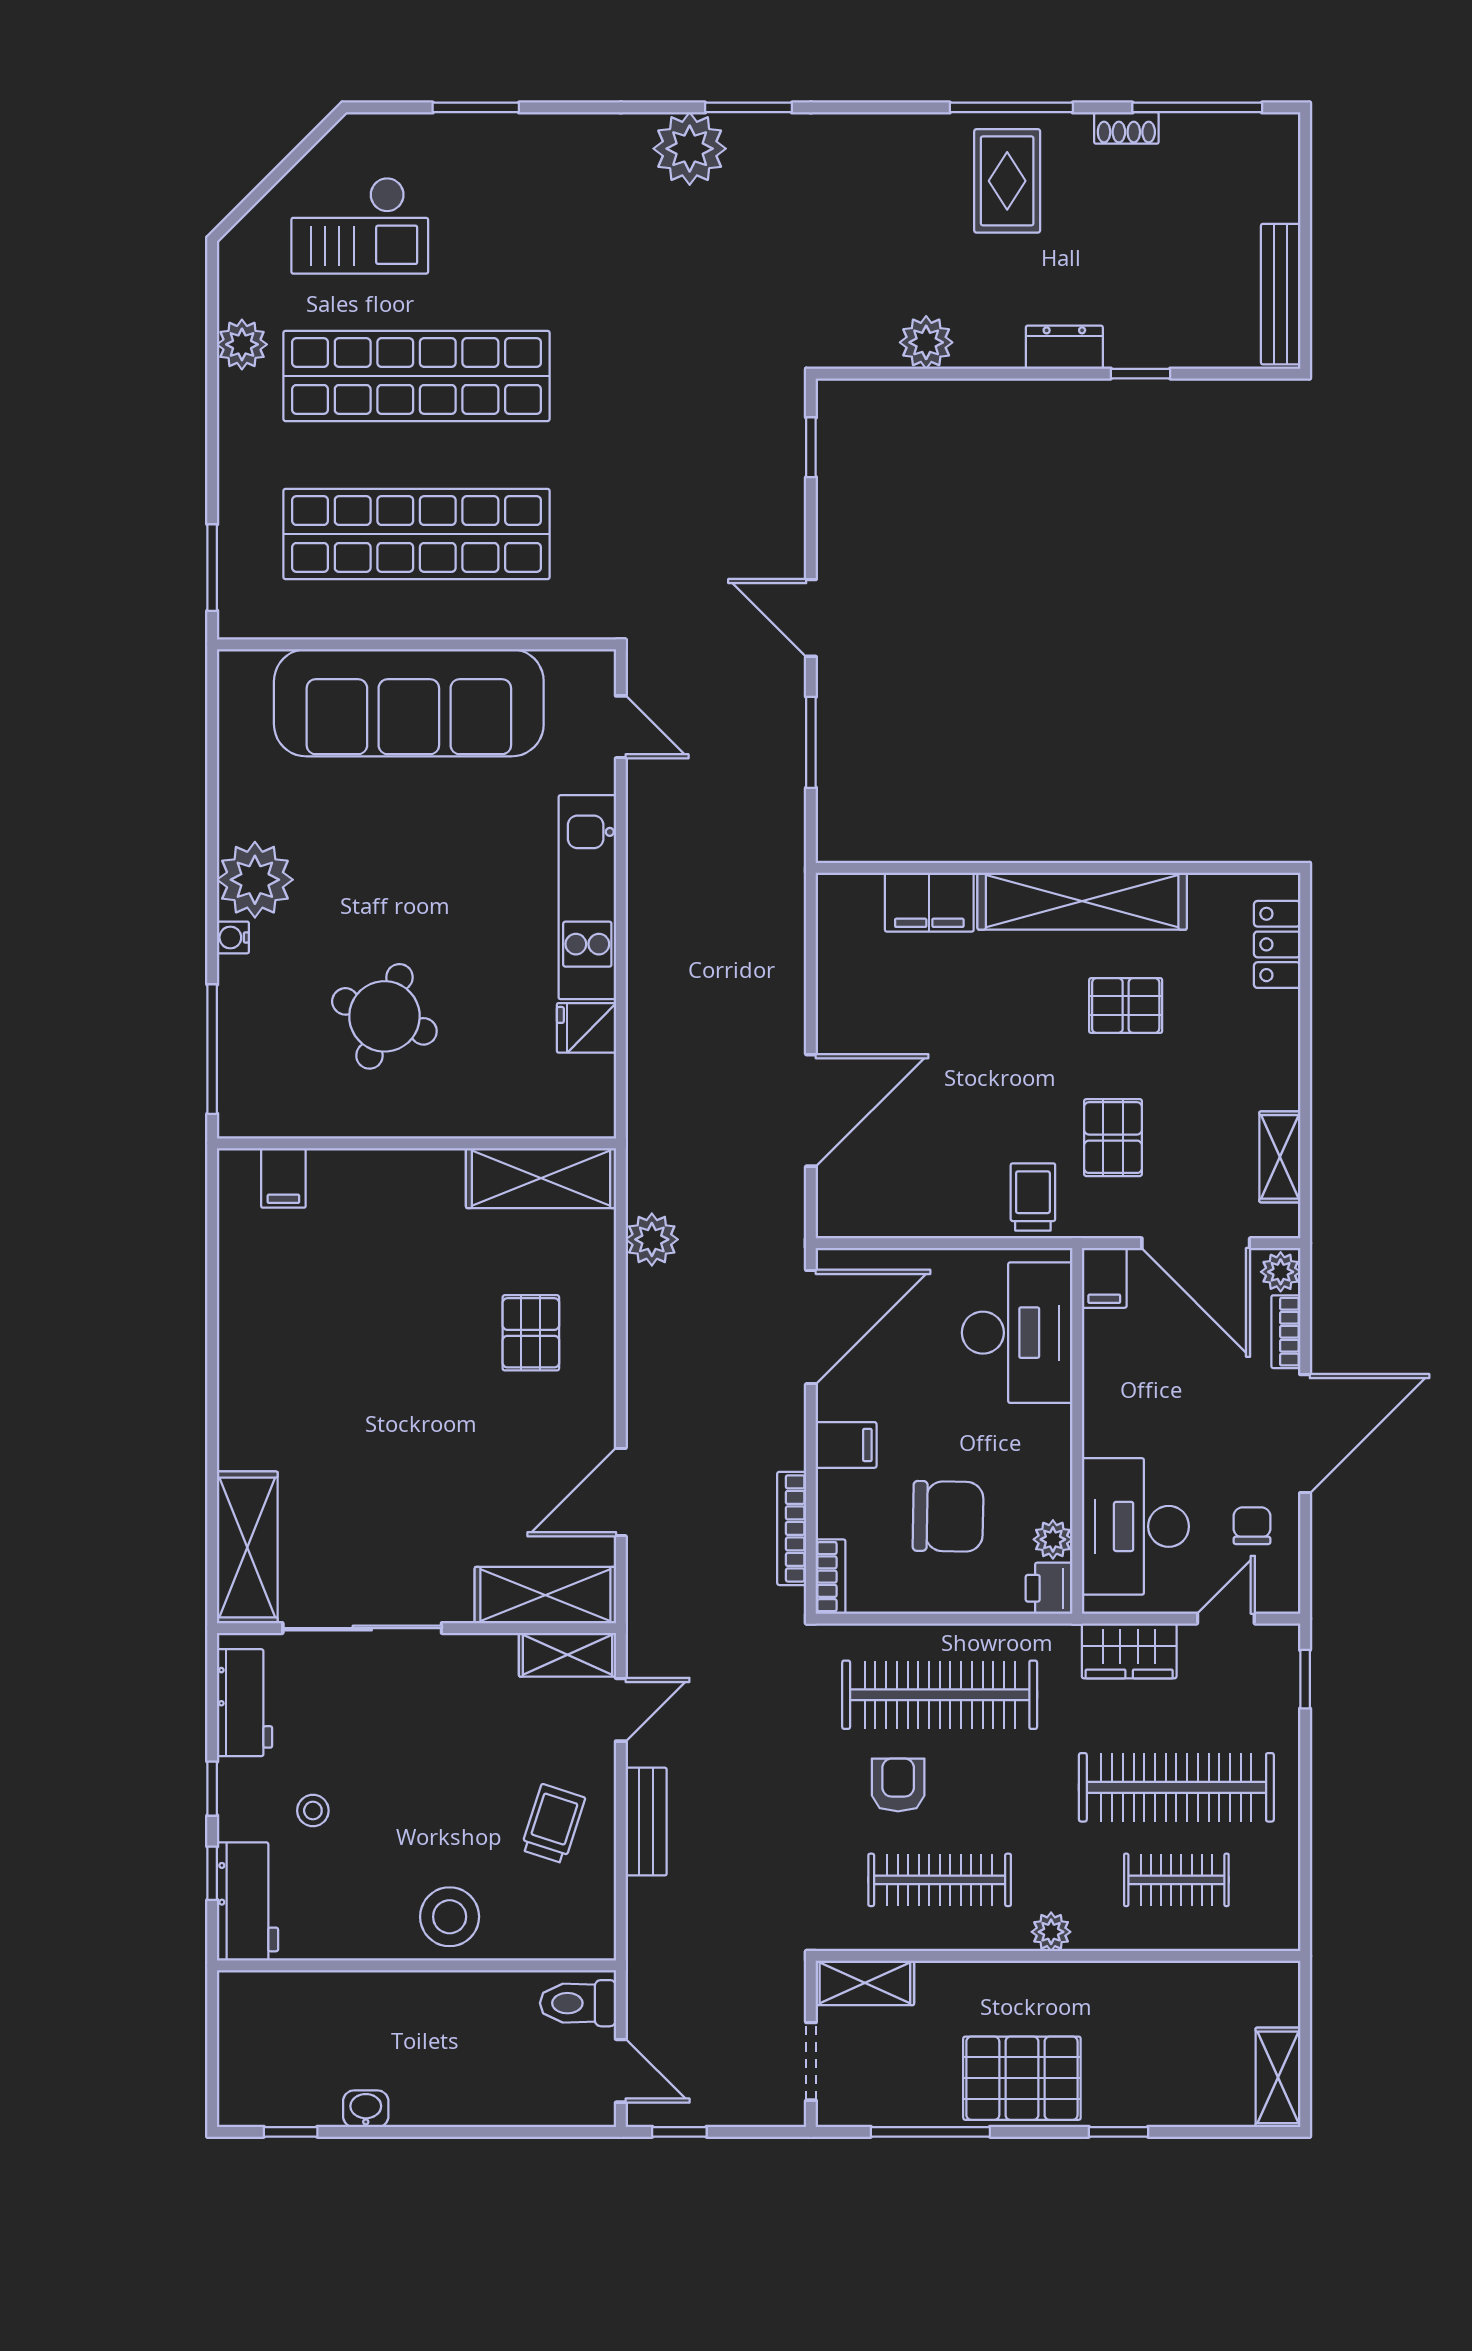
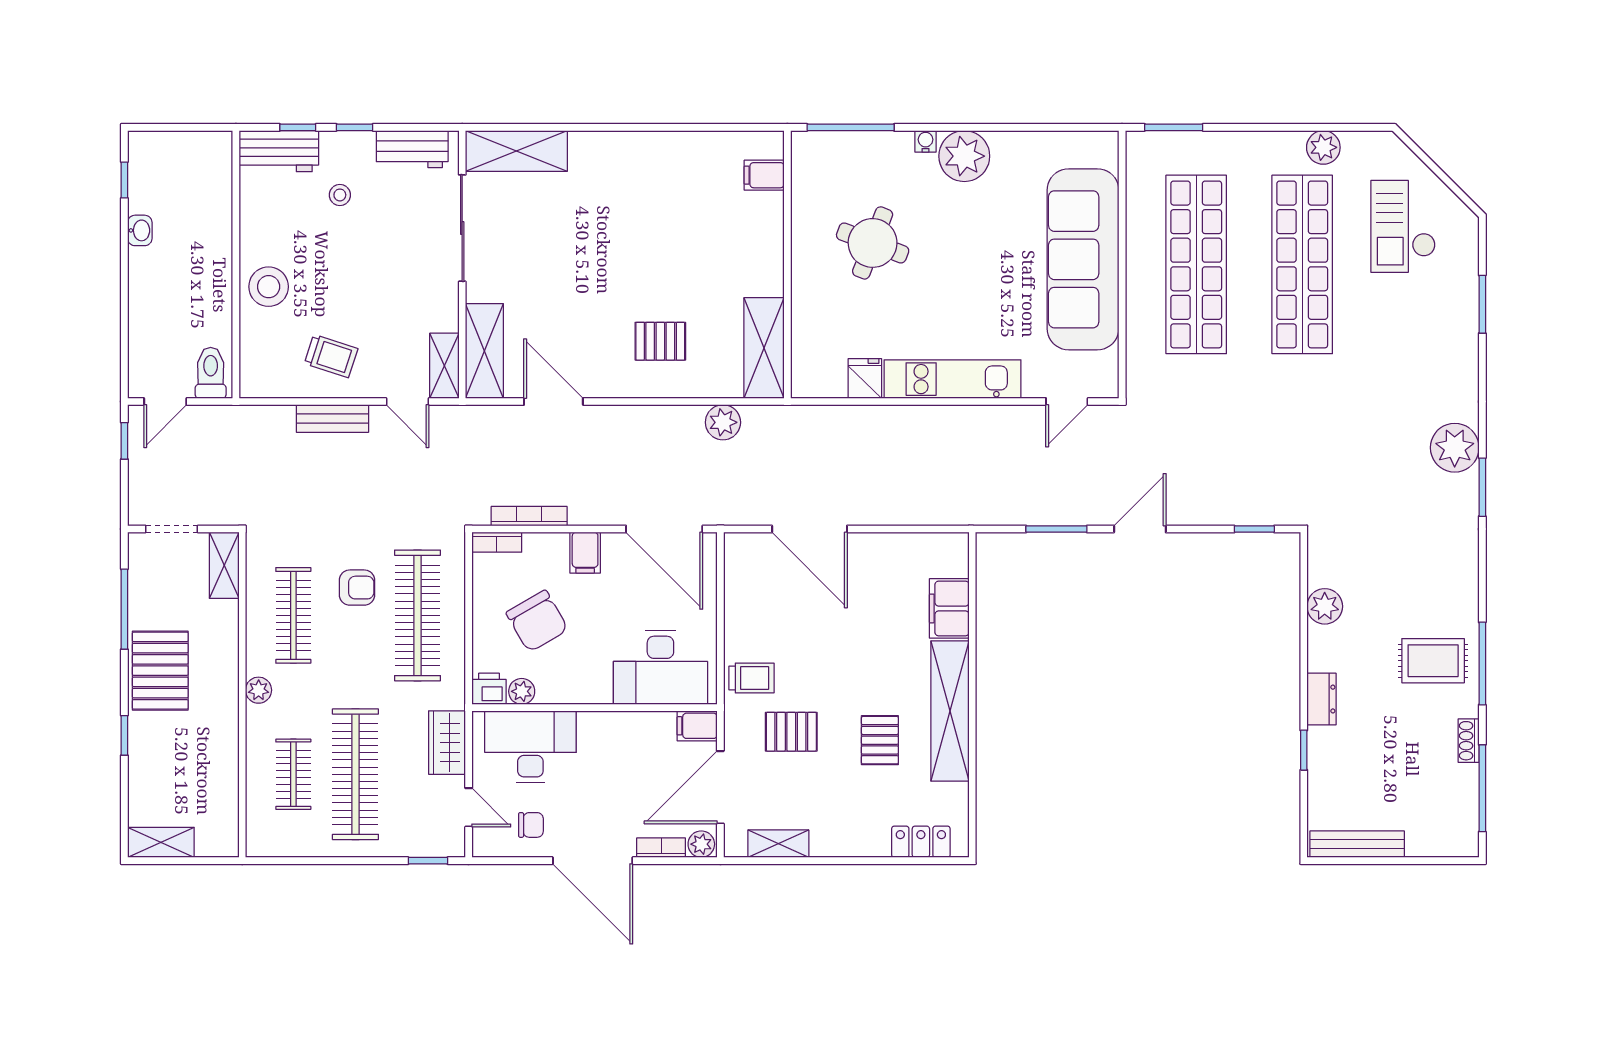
chair: (948, 1516) -> (537, 621), turned -31

